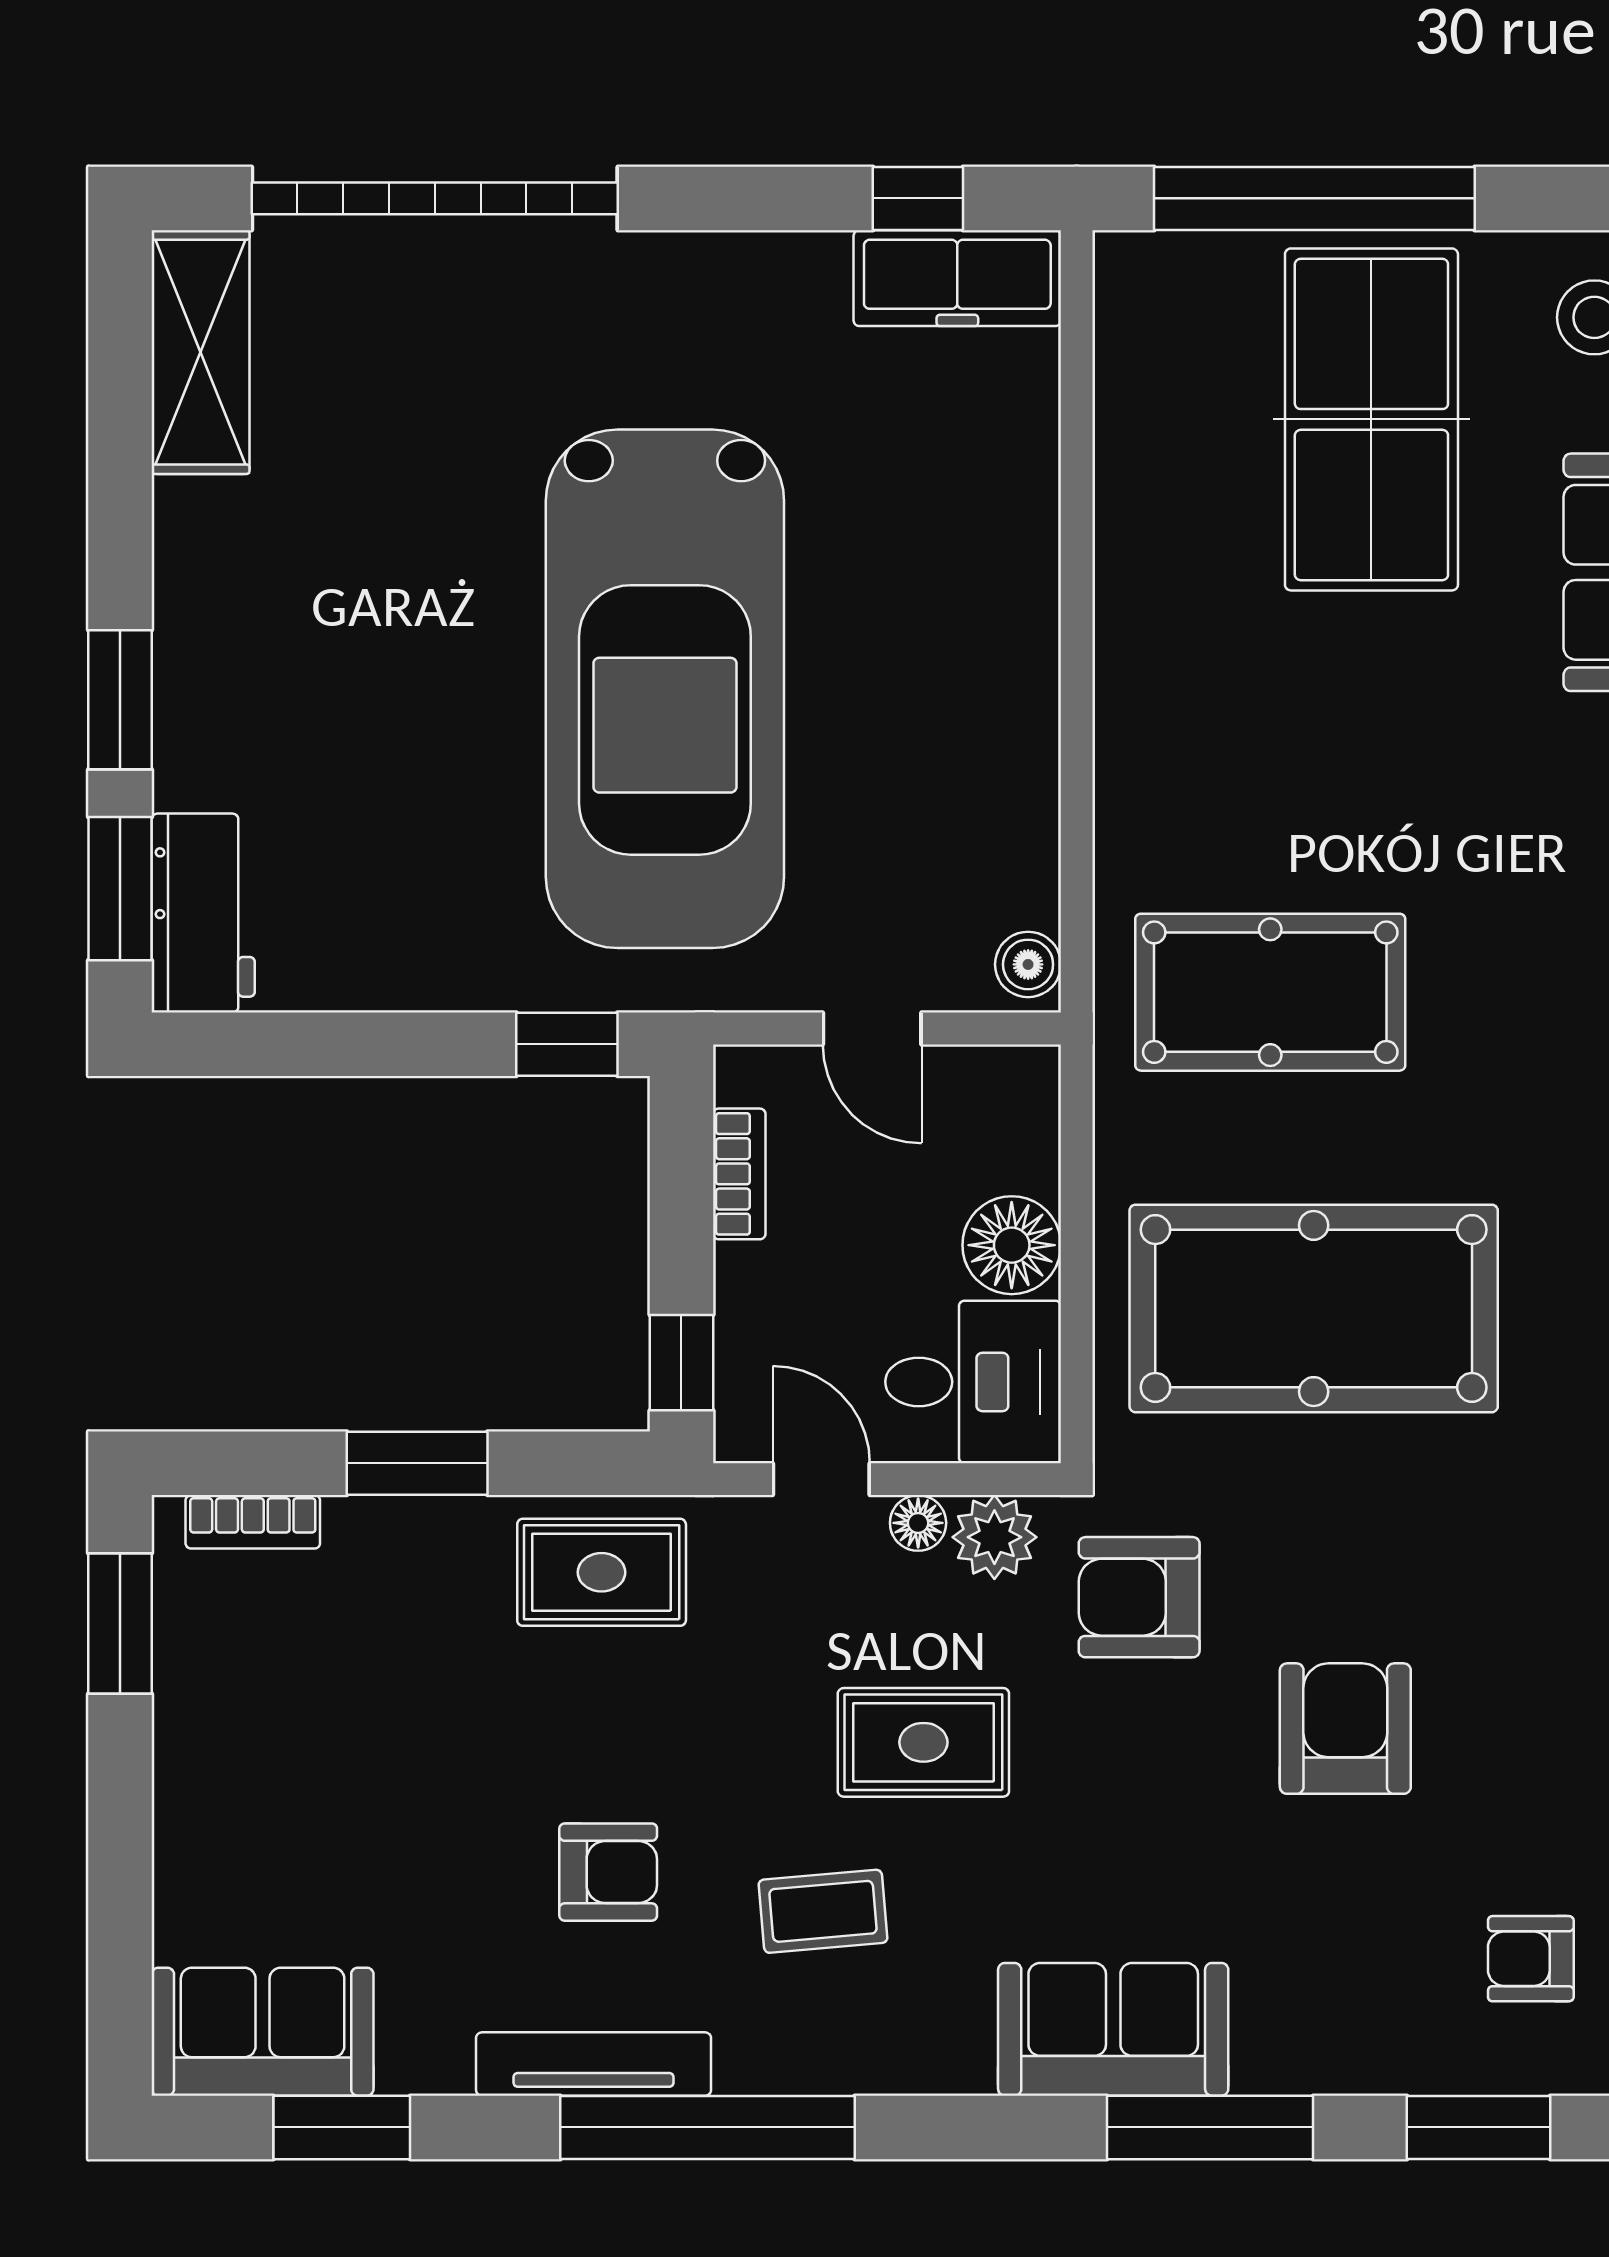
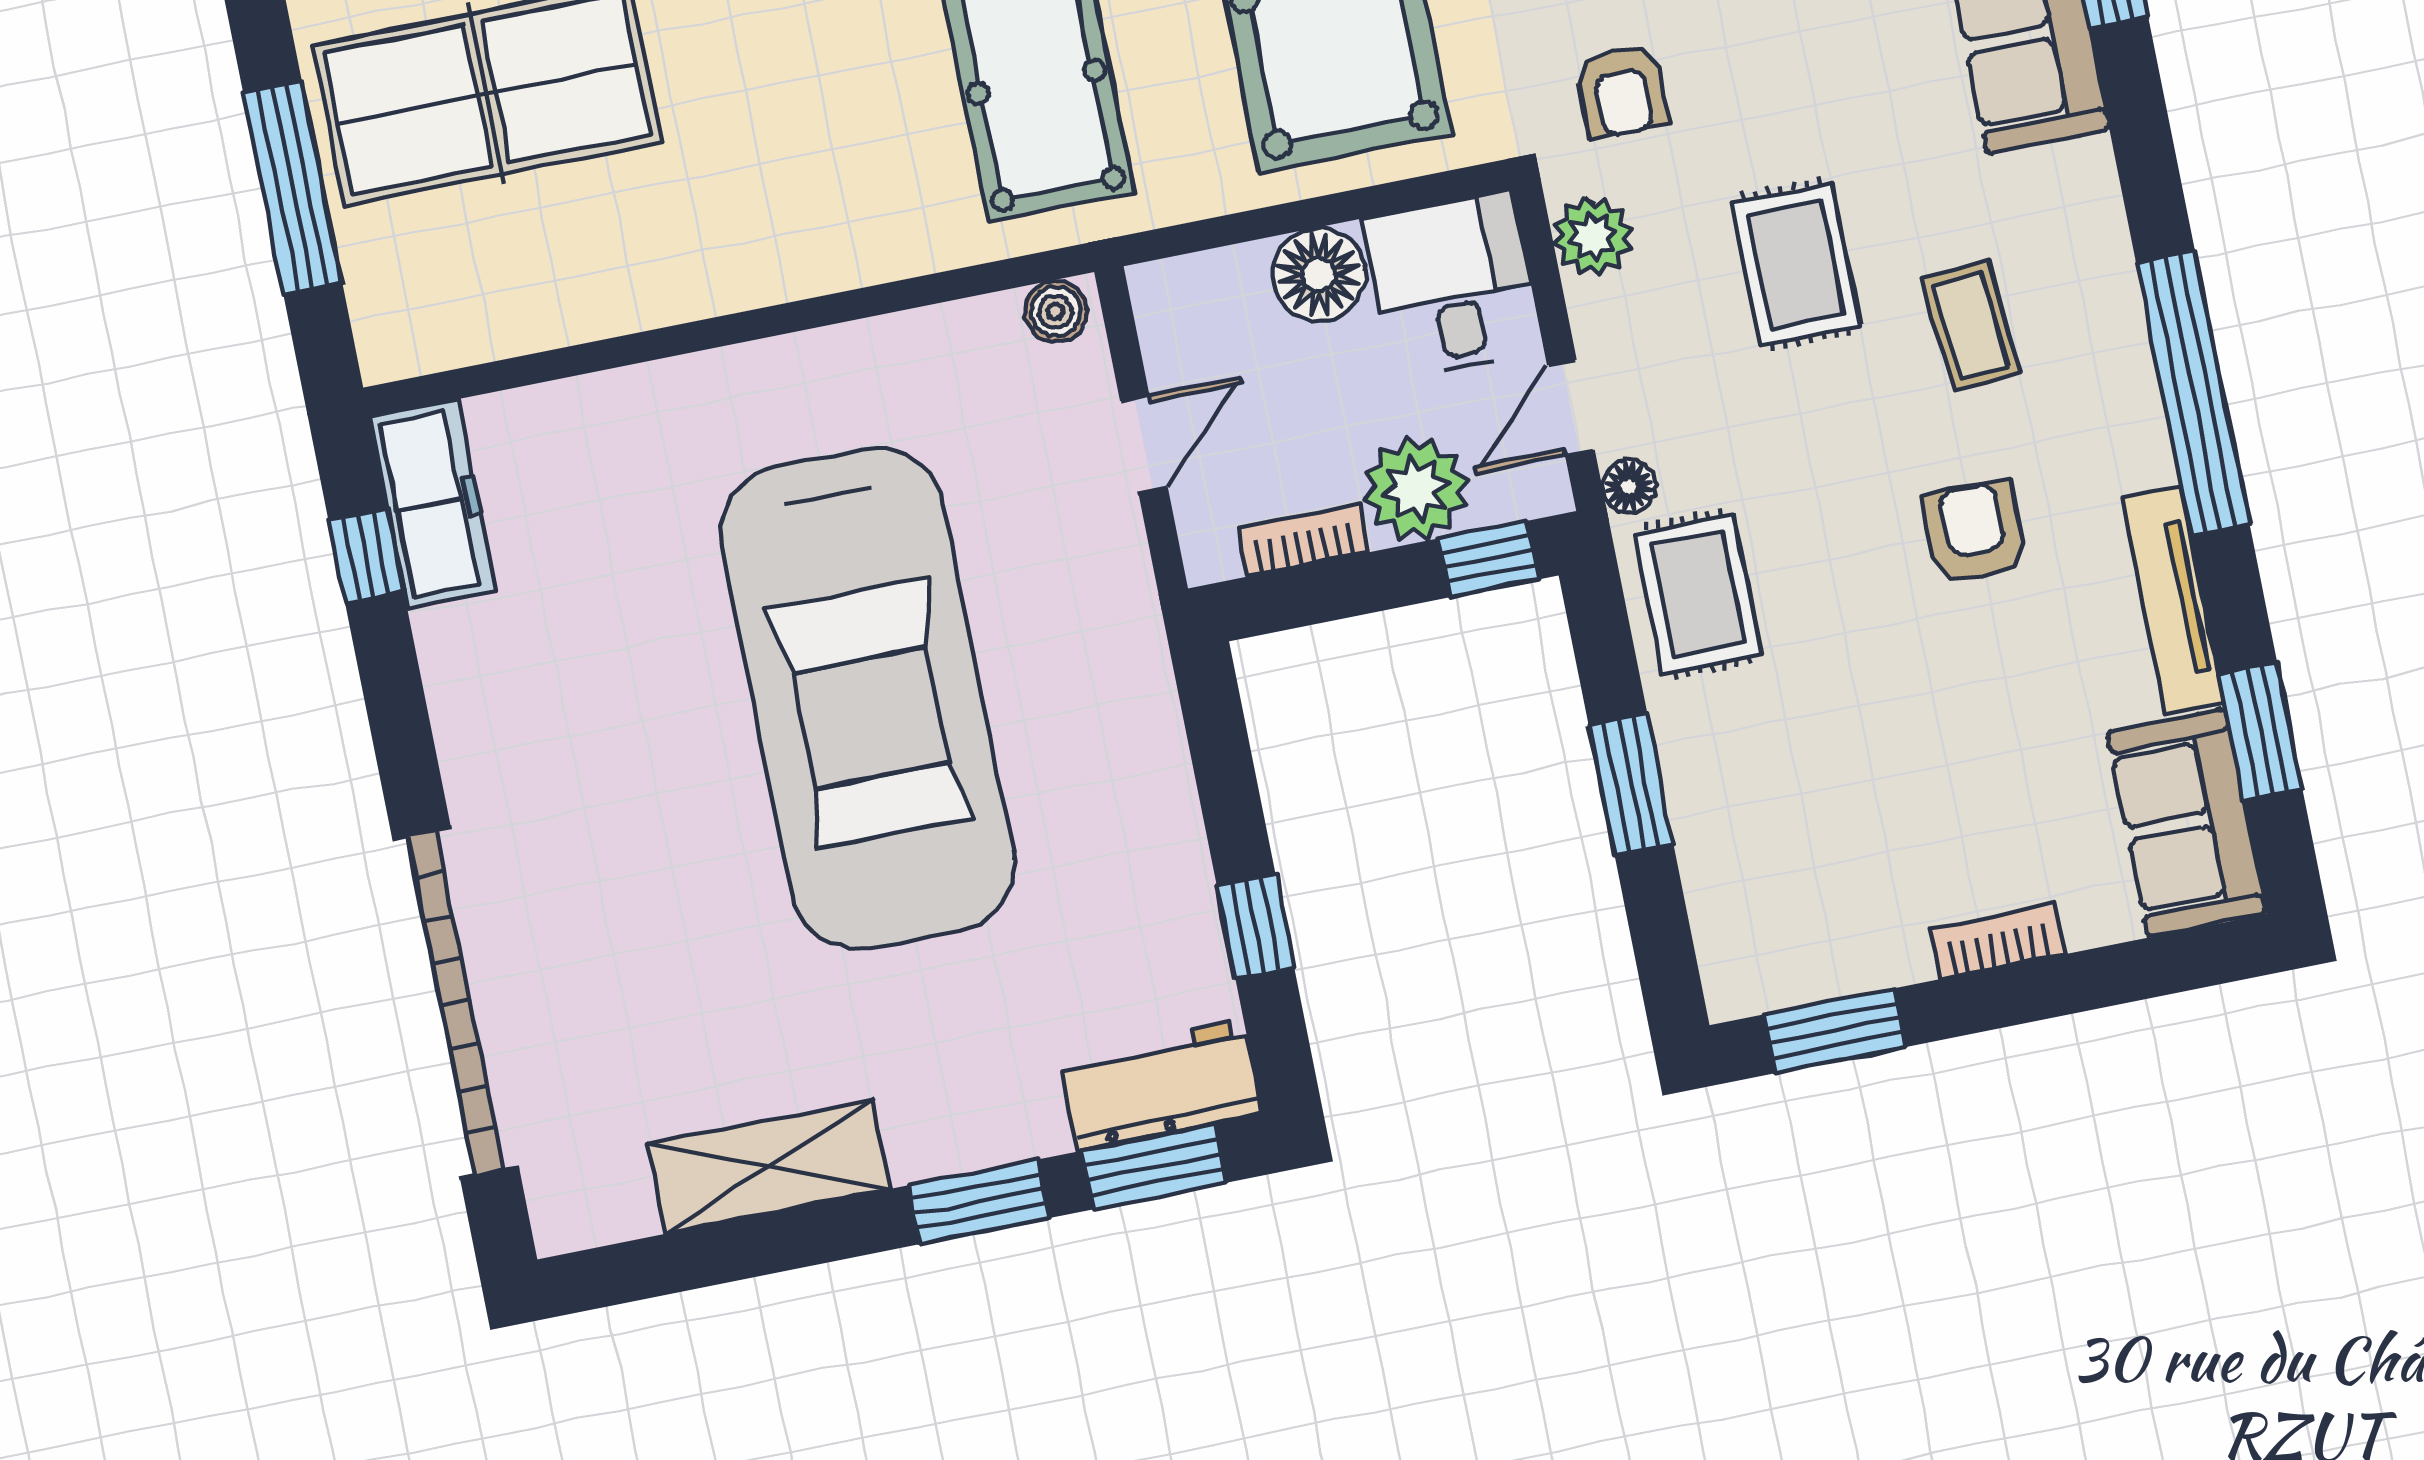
window: (1314, 198) -> (293, 188), width x0.68
shelving: (201, 352) -> (770, 1166), moved
car: (665, 689) -> (867, 699), turned 90
window: (567, 1044) -> (1256, 927), moved
plant: (769, 1302) -> (1416, 489), added
bookcase: (253, 1522) -> (1997, 942), moved, turned -90
floor lamp: (918, 1523) -> (1629, 487), moved
armchair: (1139, 1597) -> (1621, 91), width x0.72, depth x0.72
tv unit: (594, 2064) -> (2173, 600), moved

